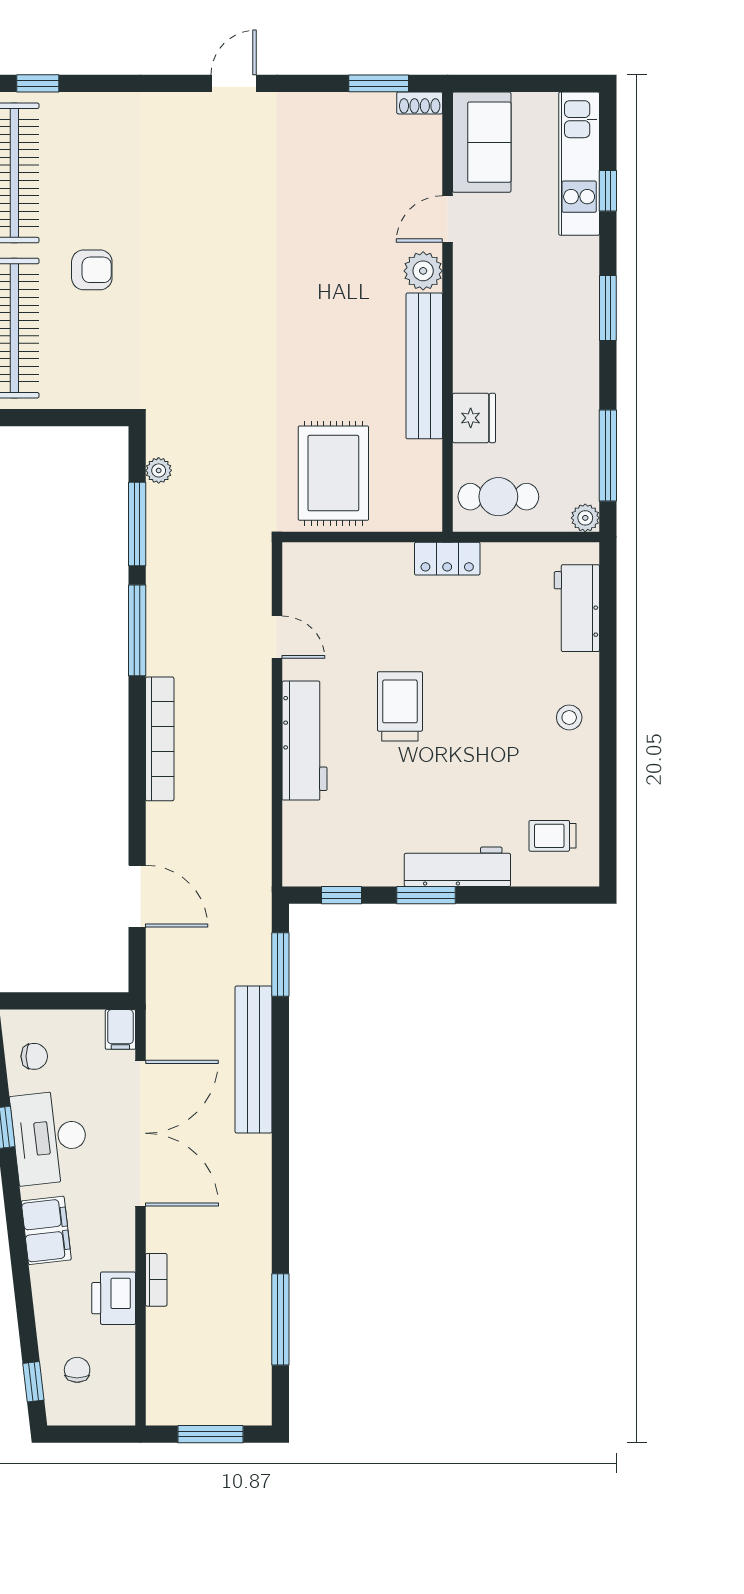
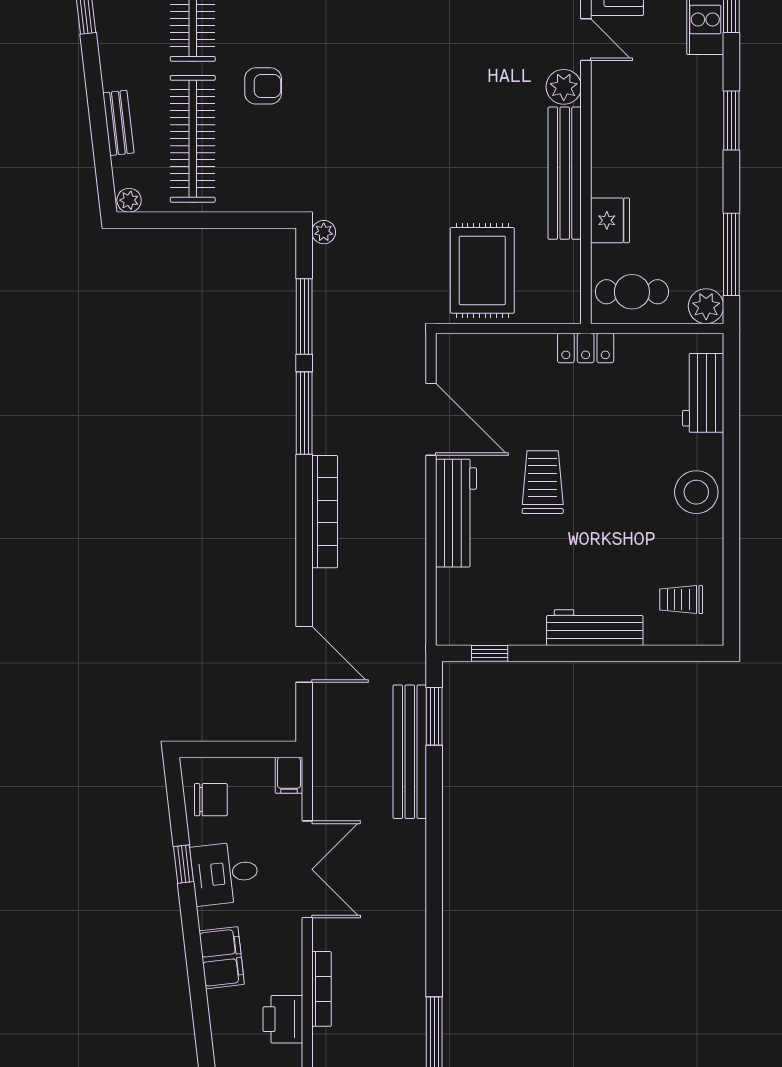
door: (448, 219) -> (586, 40), swing flipped
plant: (159, 470) -> (324, 232), moved
plant: (585, 518) -> (706, 306), width x1.38, depth x1.38
door: (277, 637) -> (431, 419), width x1.87
stool: (569, 717) -> (696, 492), width x1.89, depth x1.89
window: (426, 895) -> (566, 653), removed
chair: (34, 1056) -> (211, 800), width x1.37, depth x1.37
bench: (254, 1059) -> (410, 752), moved
double door: (141, 1133) -> (307, 869), width x0.73
desk: (50, 1138) -> (225, 873), width x0.73
bookcase: (156, 1280) -> (322, 989), width x1.56

